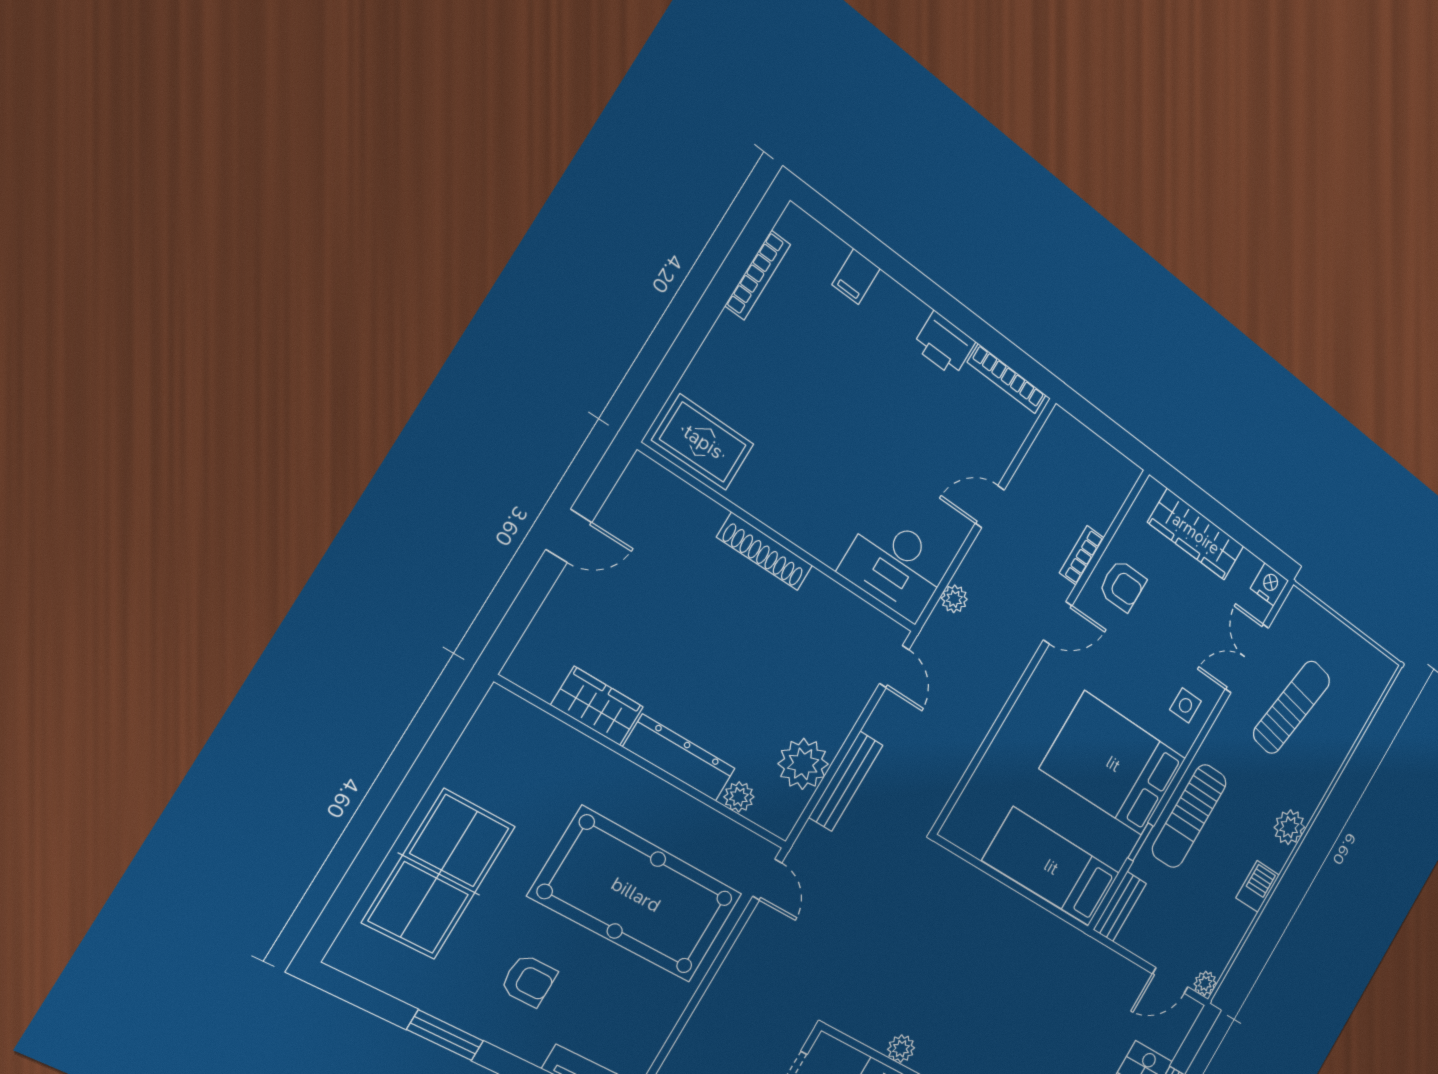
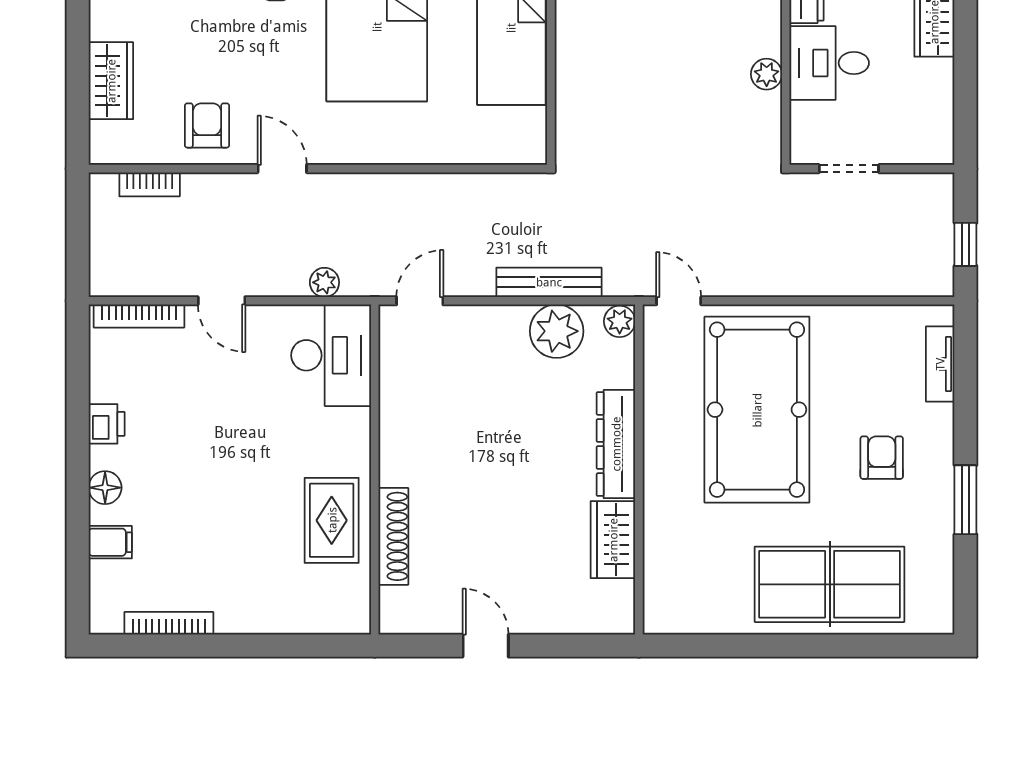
floor lamp: (903, 306) -> (105, 488), added
printer: (944, 344) -> (107, 424), width x0.73, depth x0.81
bookcase: (1007, 379) -> (139, 316), moved, turned 90
rug: (703, 442) -> (332, 520), moved
wardrobe: (1196, 534) -> (111, 81), width x0.67
shoe rack: (765, 551) -> (393, 536), moved
bookcase: (1082, 555) -> (150, 184), moved
plant: (739, 797) -> (620, 321), moved
door: (767, 880) -> (679, 301), hinge flipped

